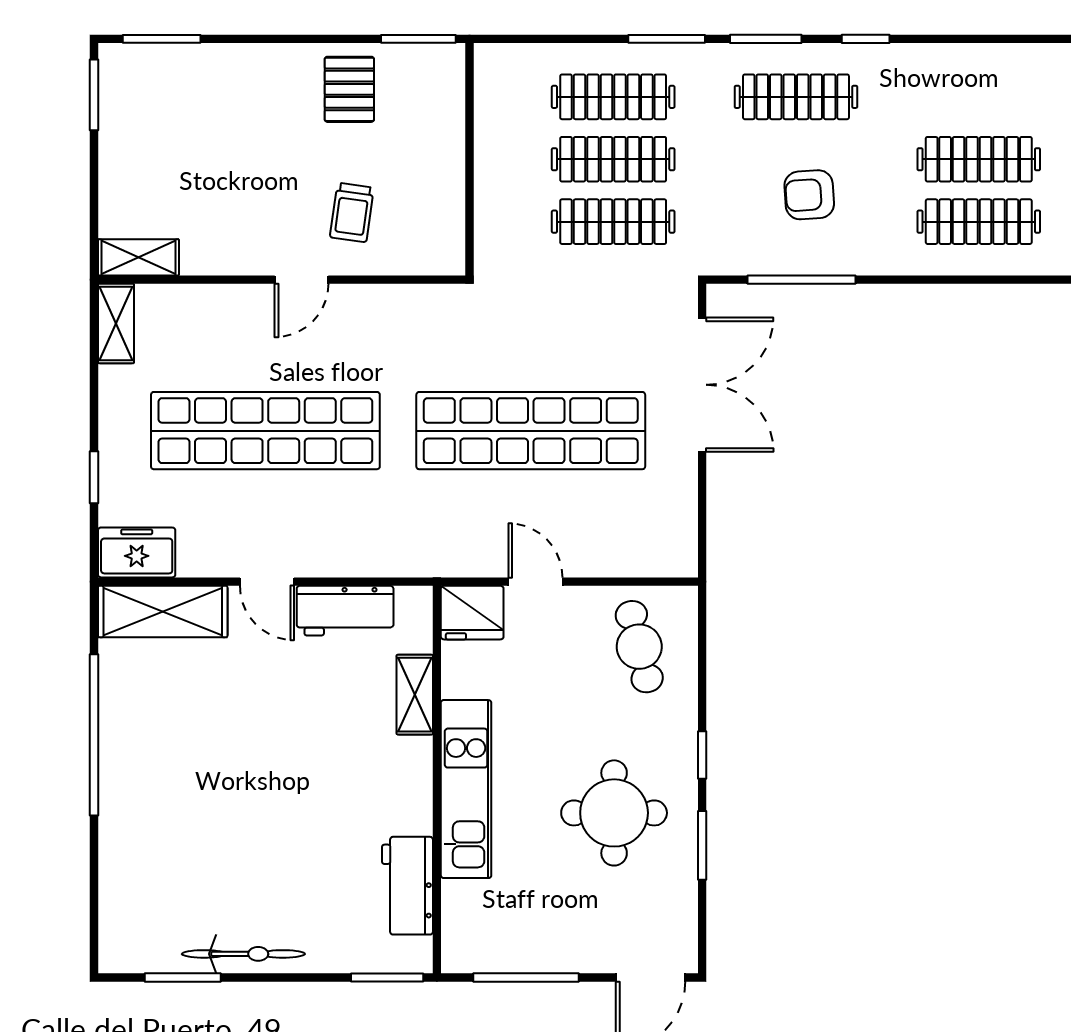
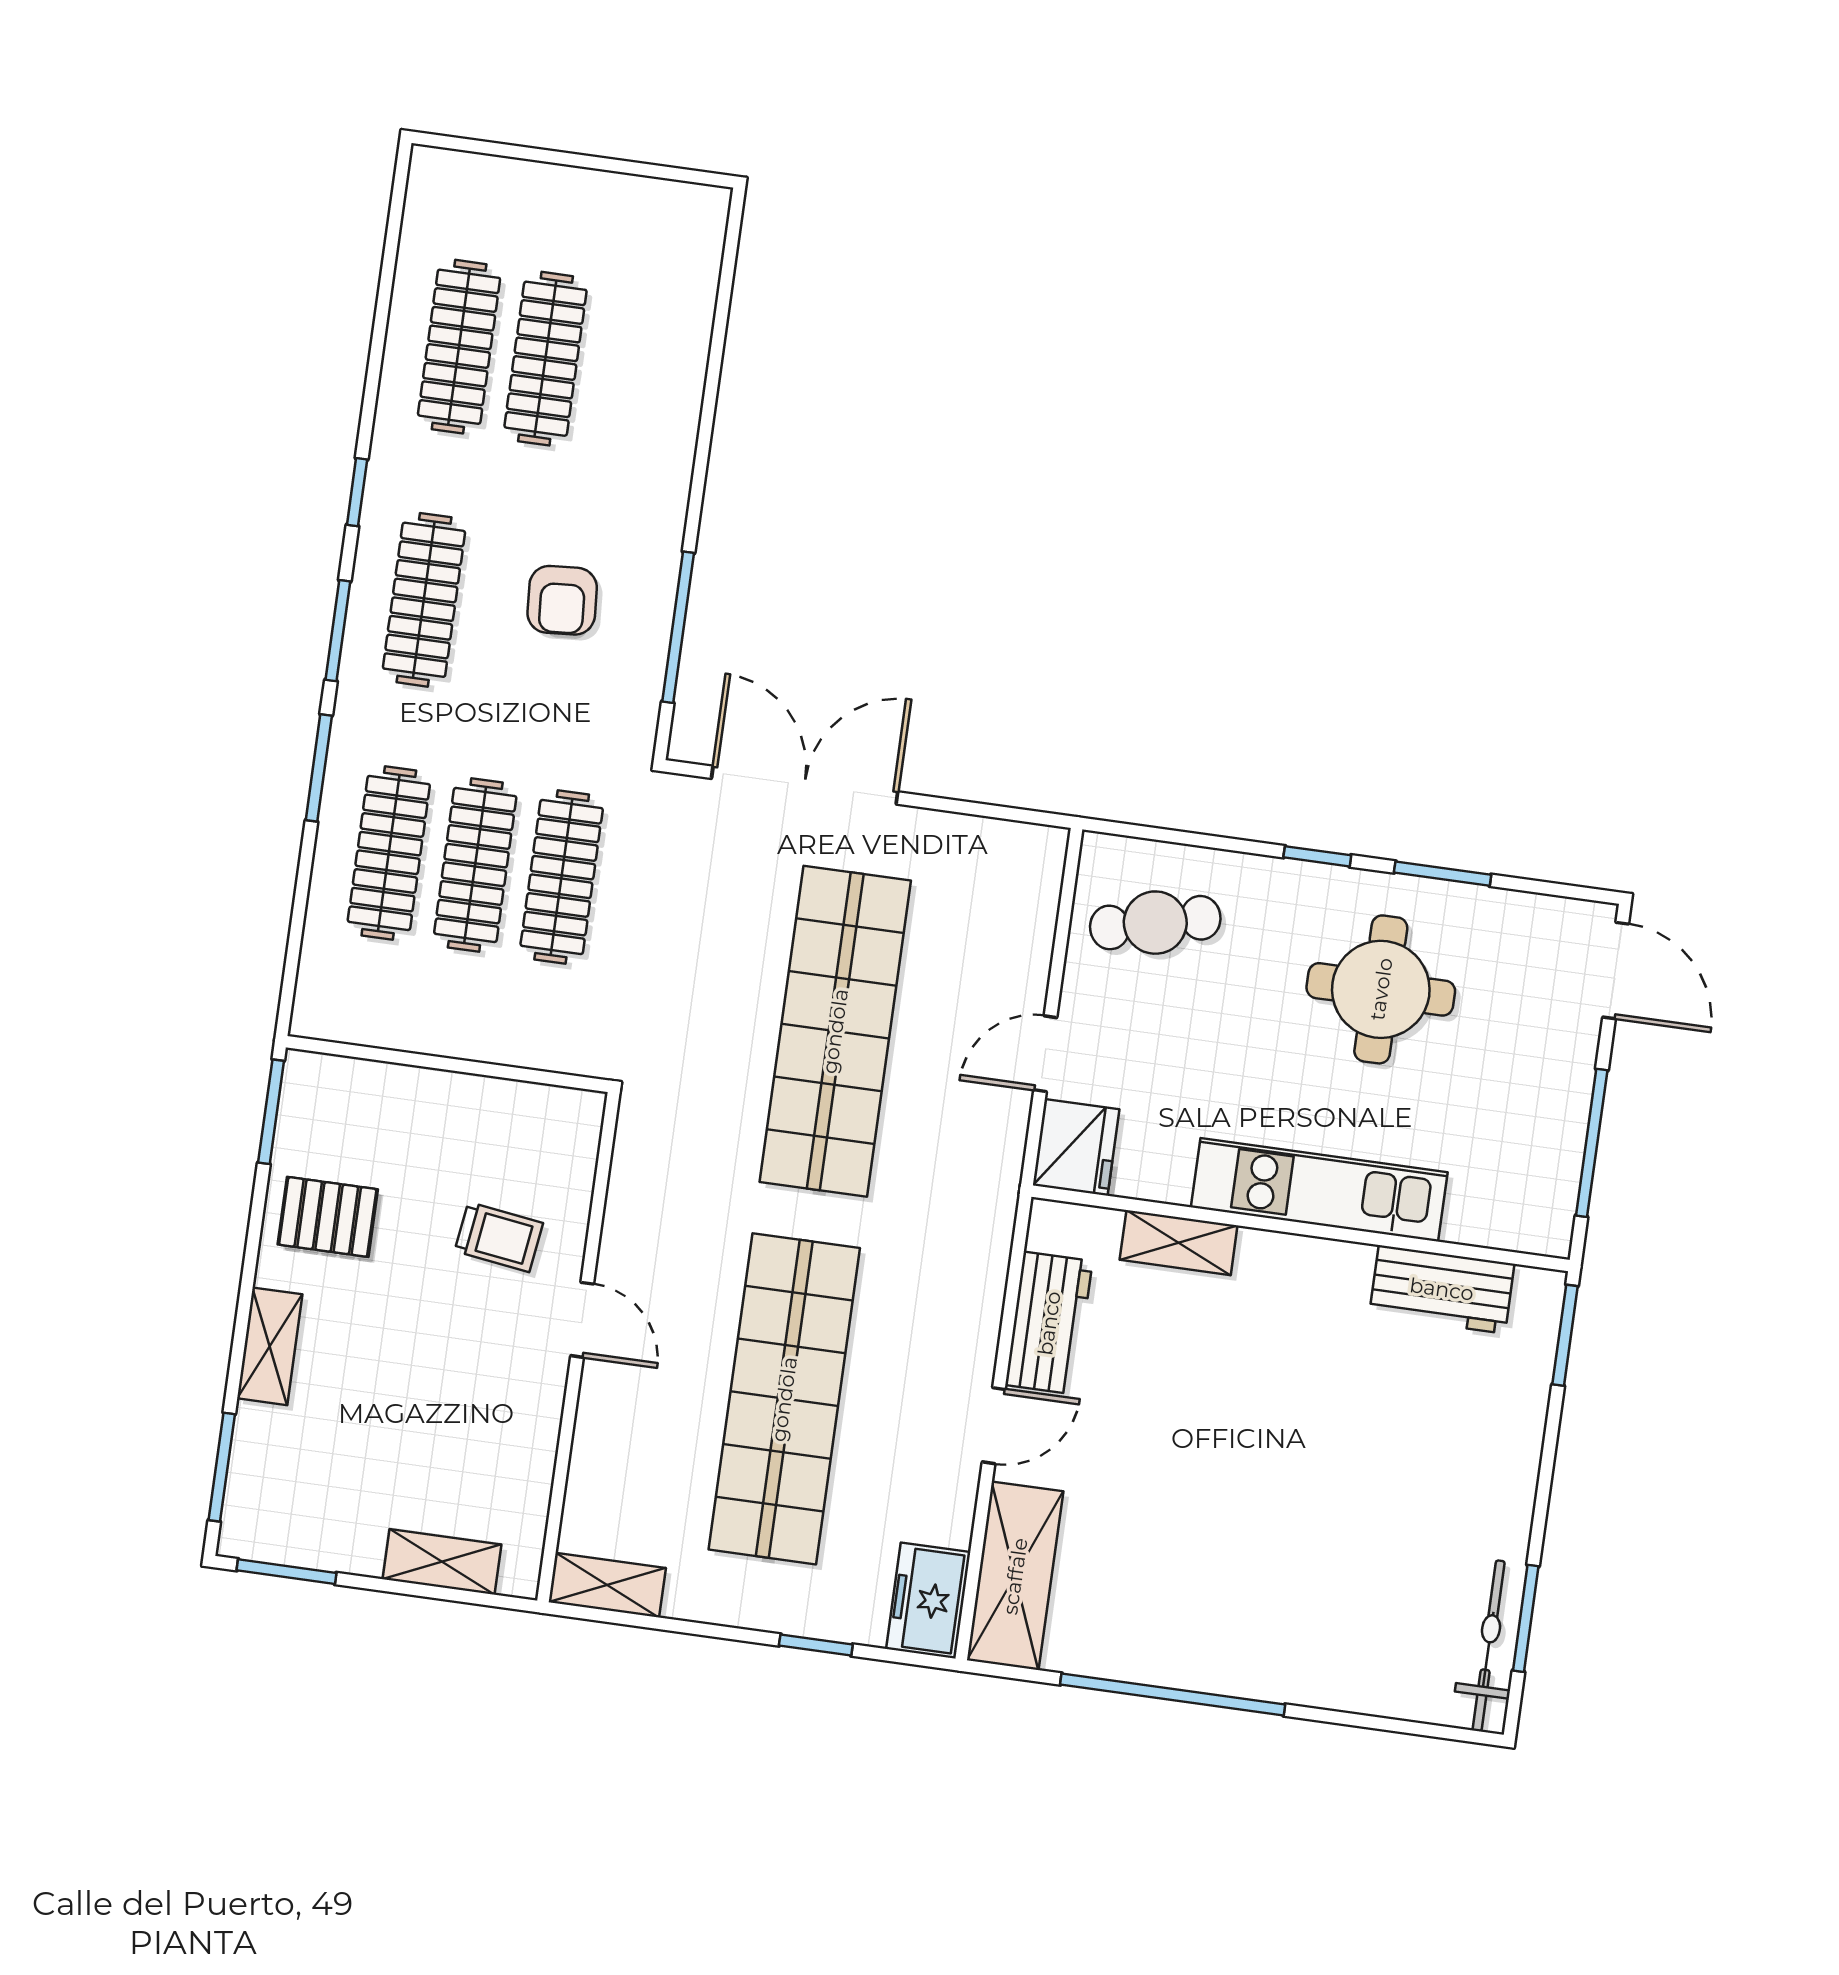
shelving: (252, 61) -> (270, 1346), added
clothes rail: (979, 222) -> (459, 347), moved
shelving: (138, 257) -> (442, 1562), moved, turned 90
bicycle: (243, 954) -> (1489, 1646), moved

